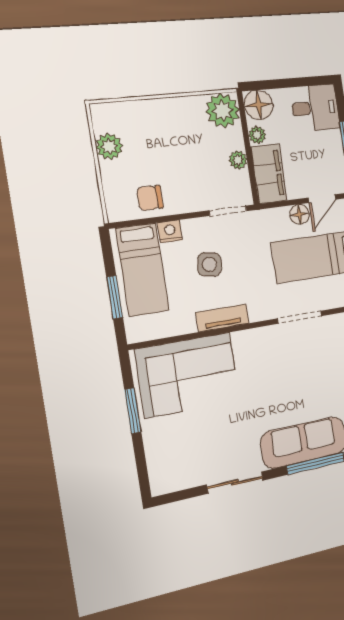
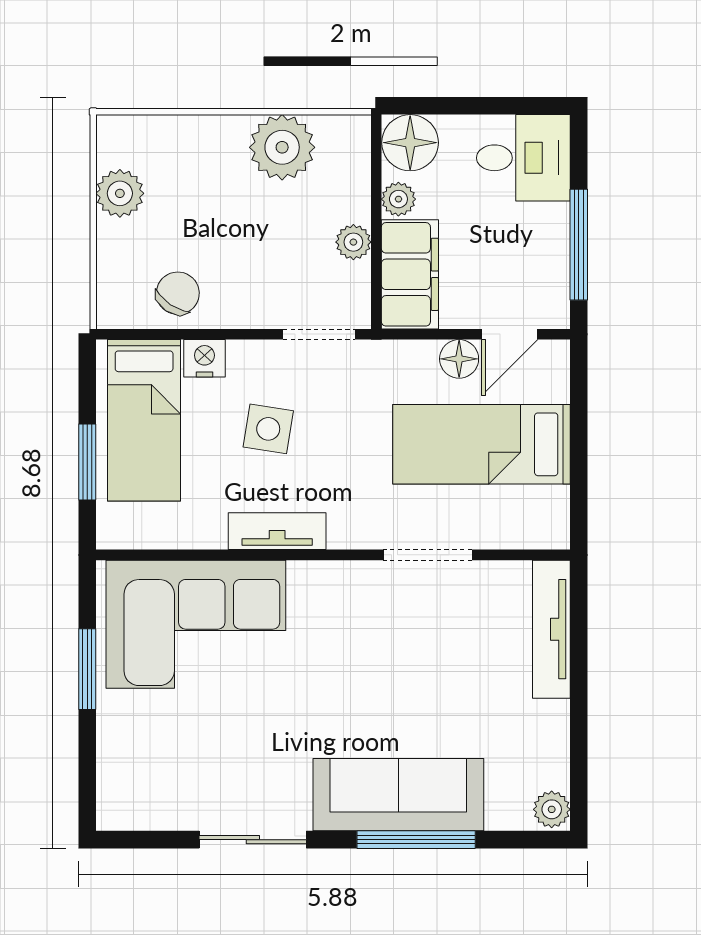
plant: (223, 111) -> (282, 147), moved
chair: (150, 198) -> (178, 293), turned 124

